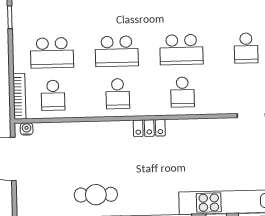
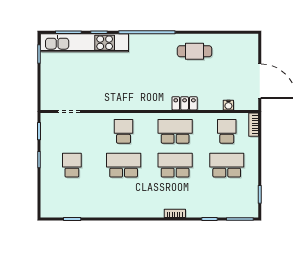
school desk: (118, 94) -> (175, 131), width x1.85
bookcase: (19, 96) -> (254, 125), width x0.64
locker: (149, 128) -> (185, 103), moved
water cooler: (27, 129) -> (228, 105), moved

